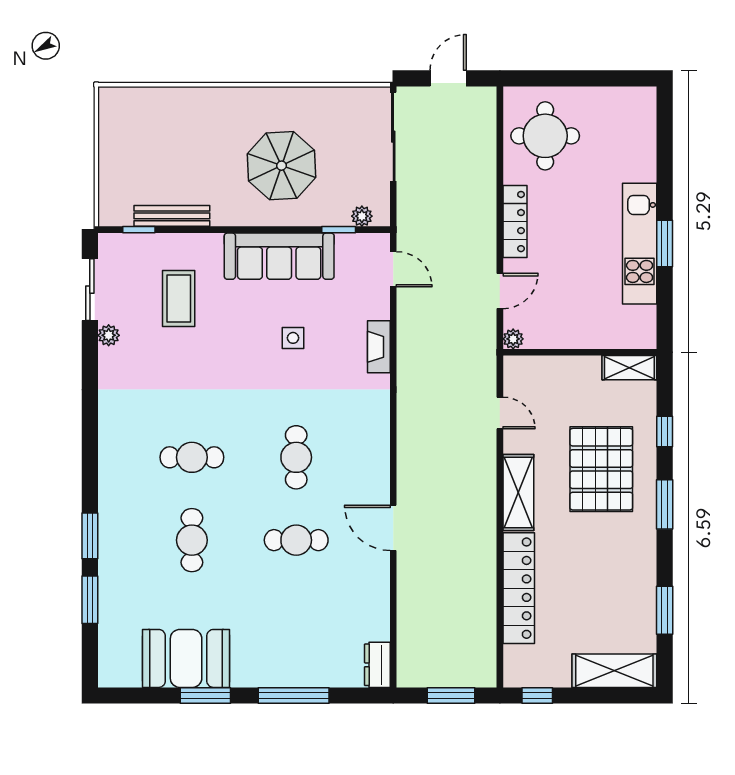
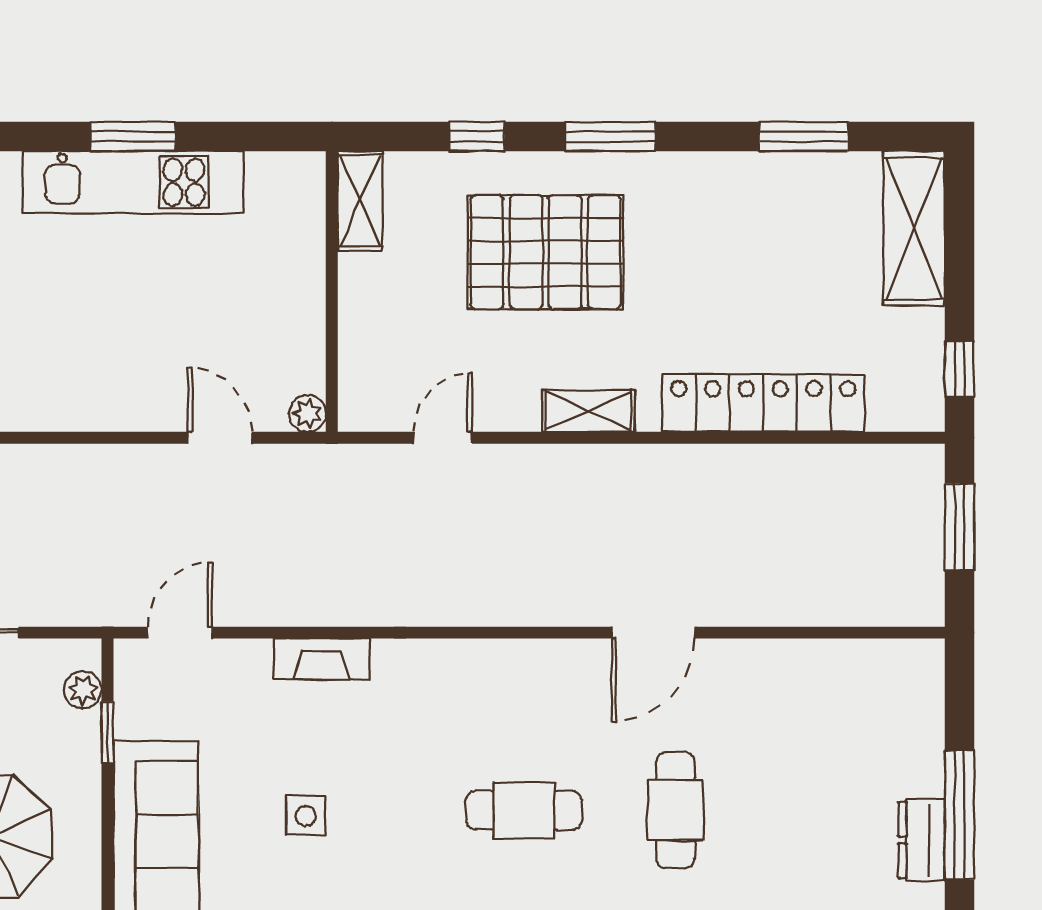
locker: (515, 222) -> (93, 410), removed
shelving: (518, 493) -> (588, 411), width x0.67, depth x0.75
dresser: (377, 665) -> (922, 840), moved, turned 90

